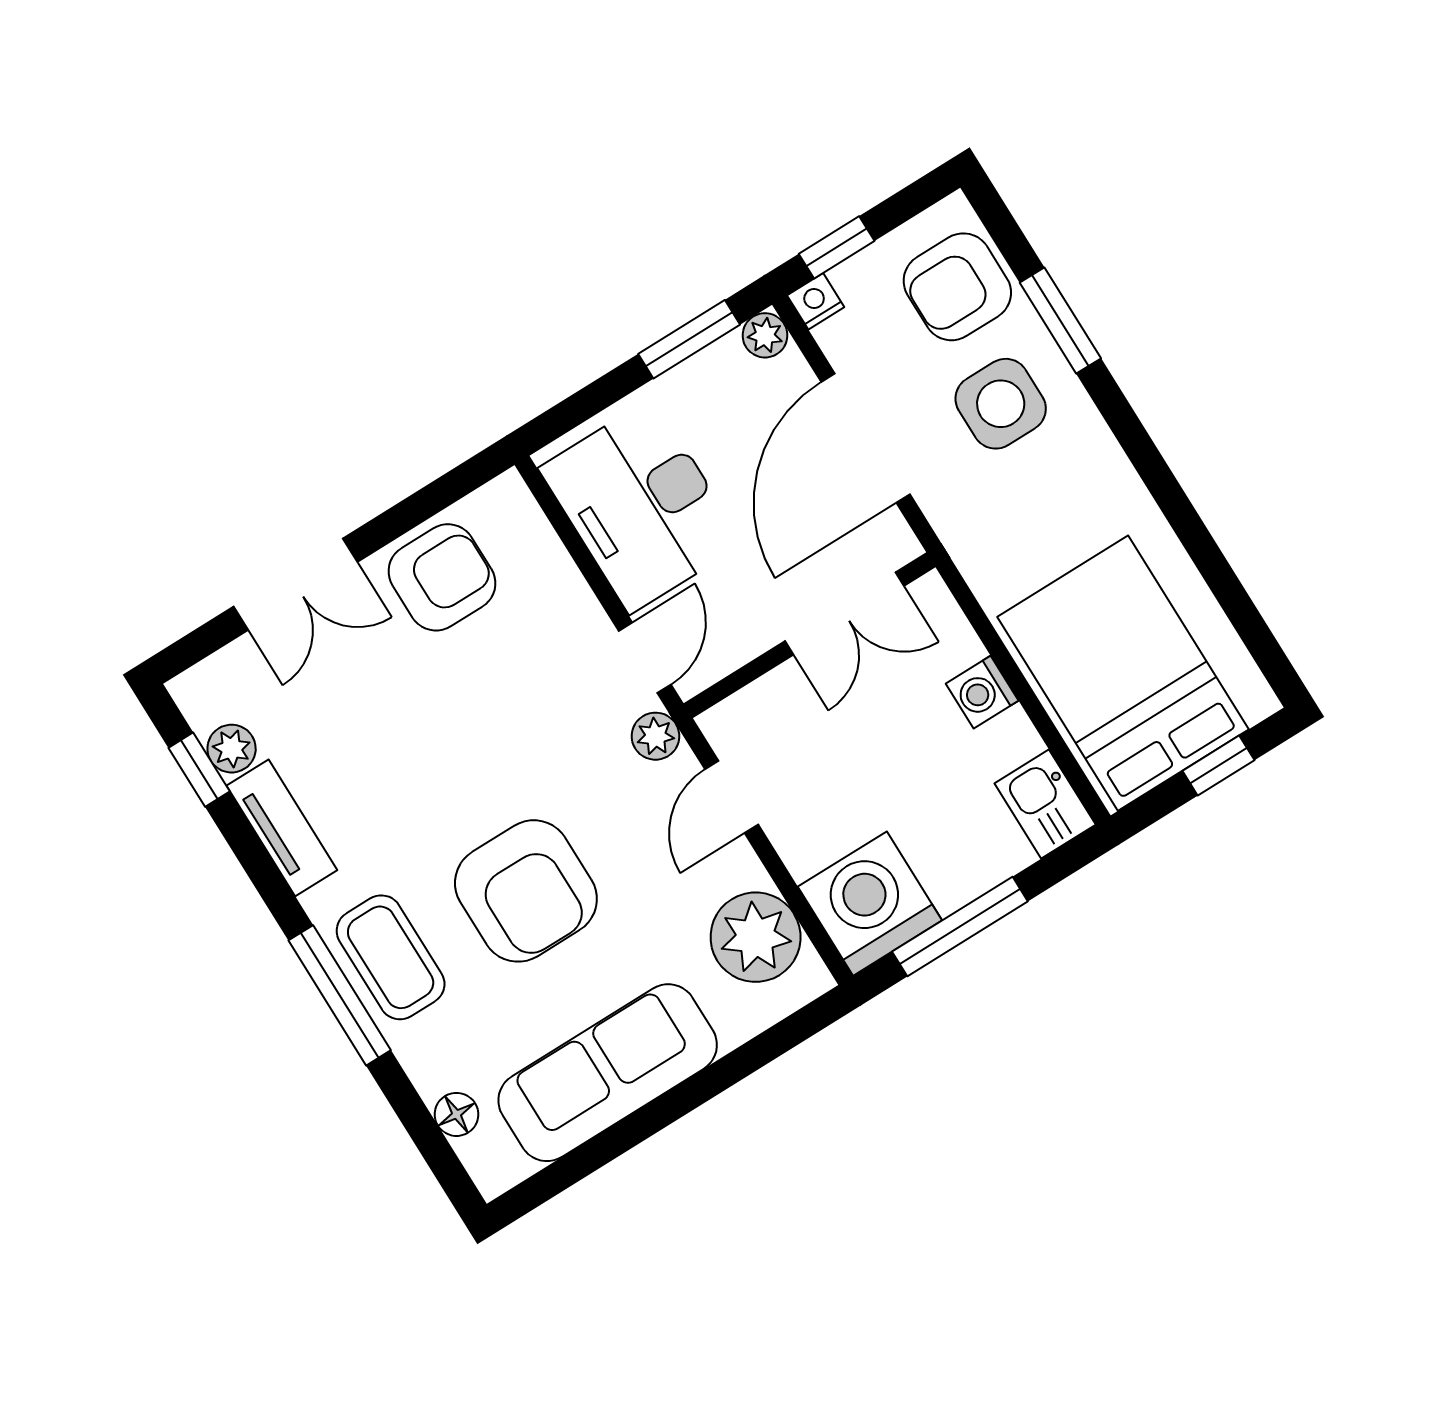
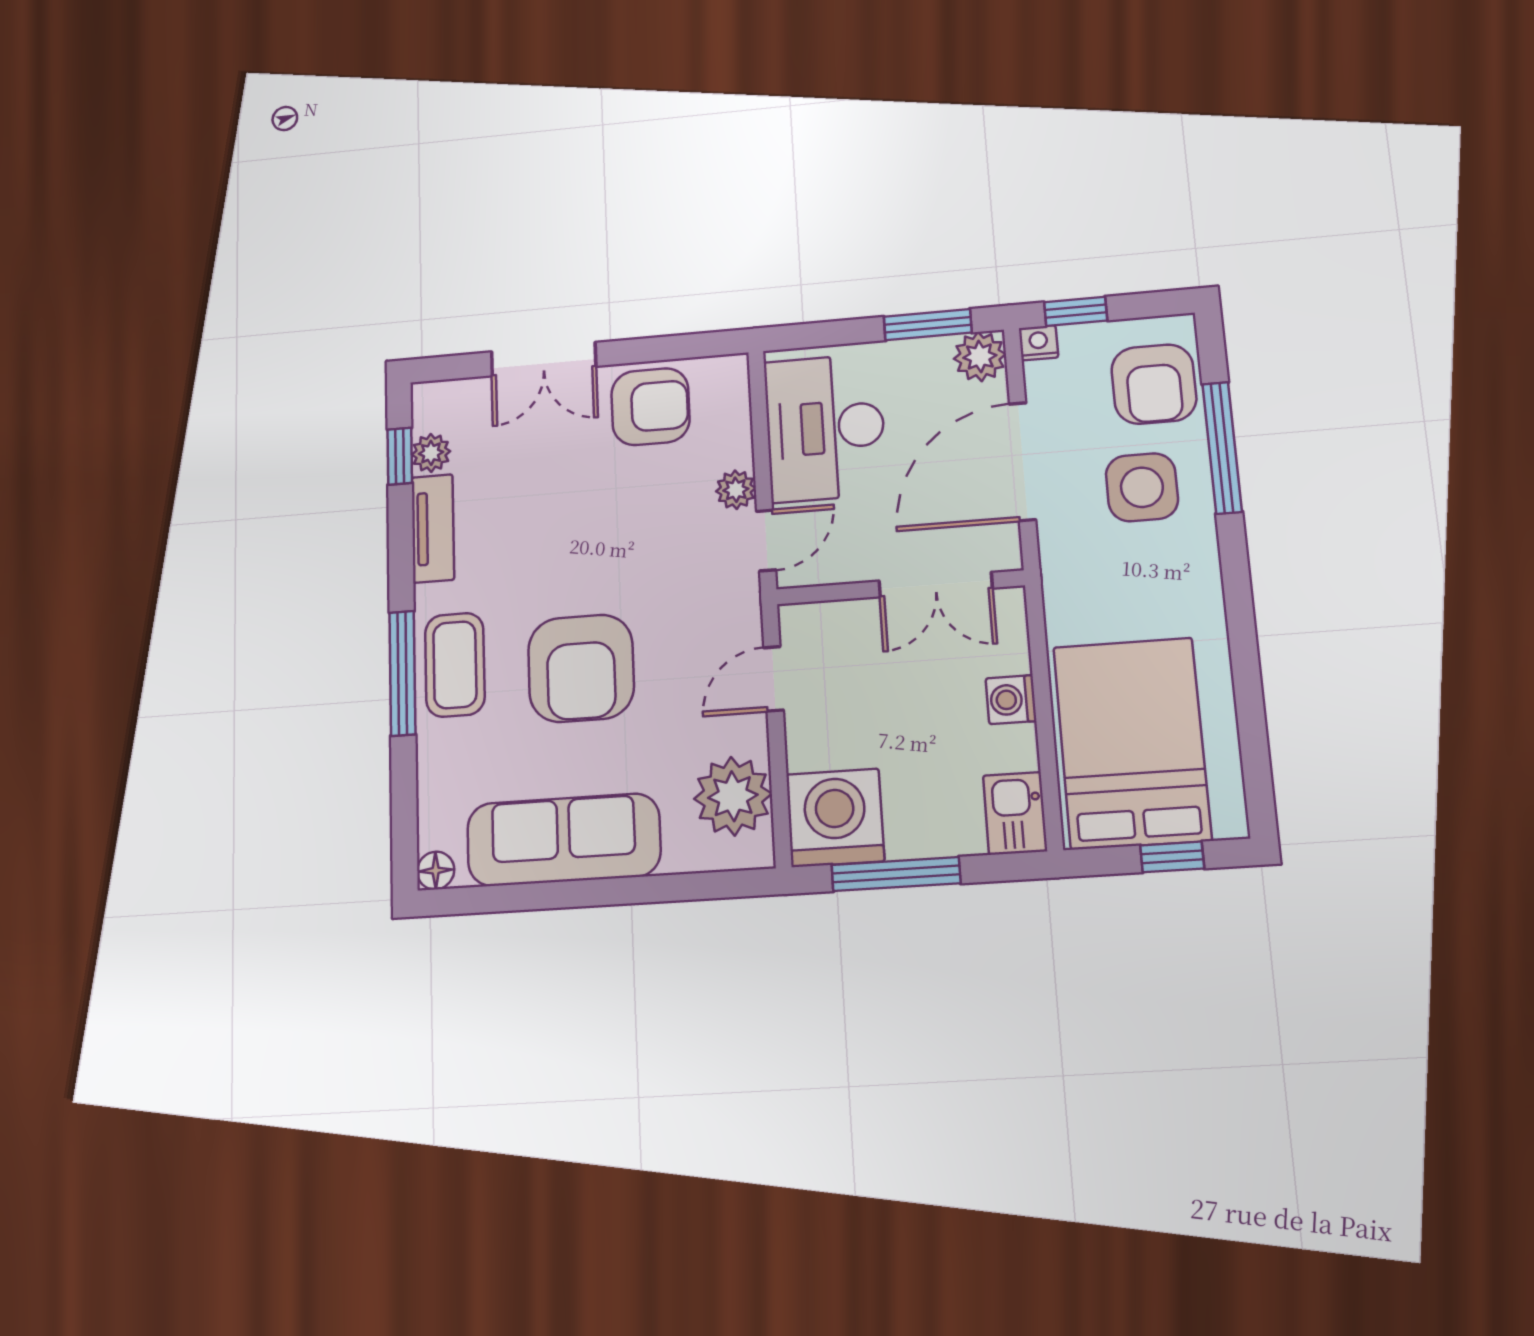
armchair: (957, 287) -> (1154, 384), turned -90
window: (1060, 321) -> (1222, 448), width x1.44
plant: (765, 335) -> (980, 357), width x1.38, depth x1.38
plant: (655, 736) -> (736, 490), moved
floor lamp: (456, 1114) -> (436, 871), moved

